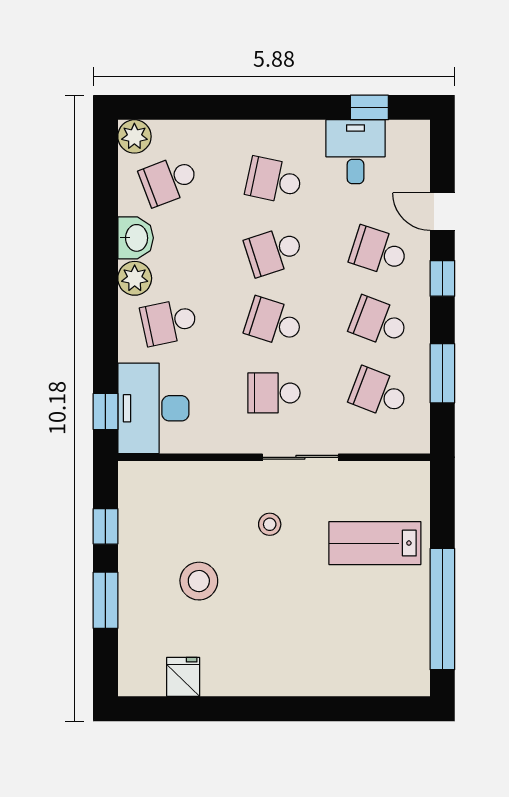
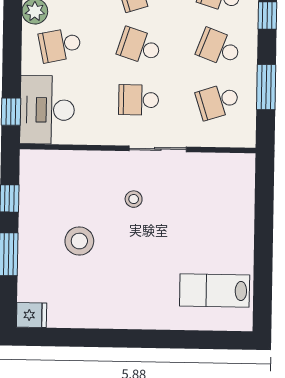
school desk: (379, 393) -> (218, 101), turned -39
lab bench: (375, 543) -> (215, 291), moved
window: (442, 609) -> (263, 265), removed
fridge: (183, 677) -> (32, 315), moved, turned 90

